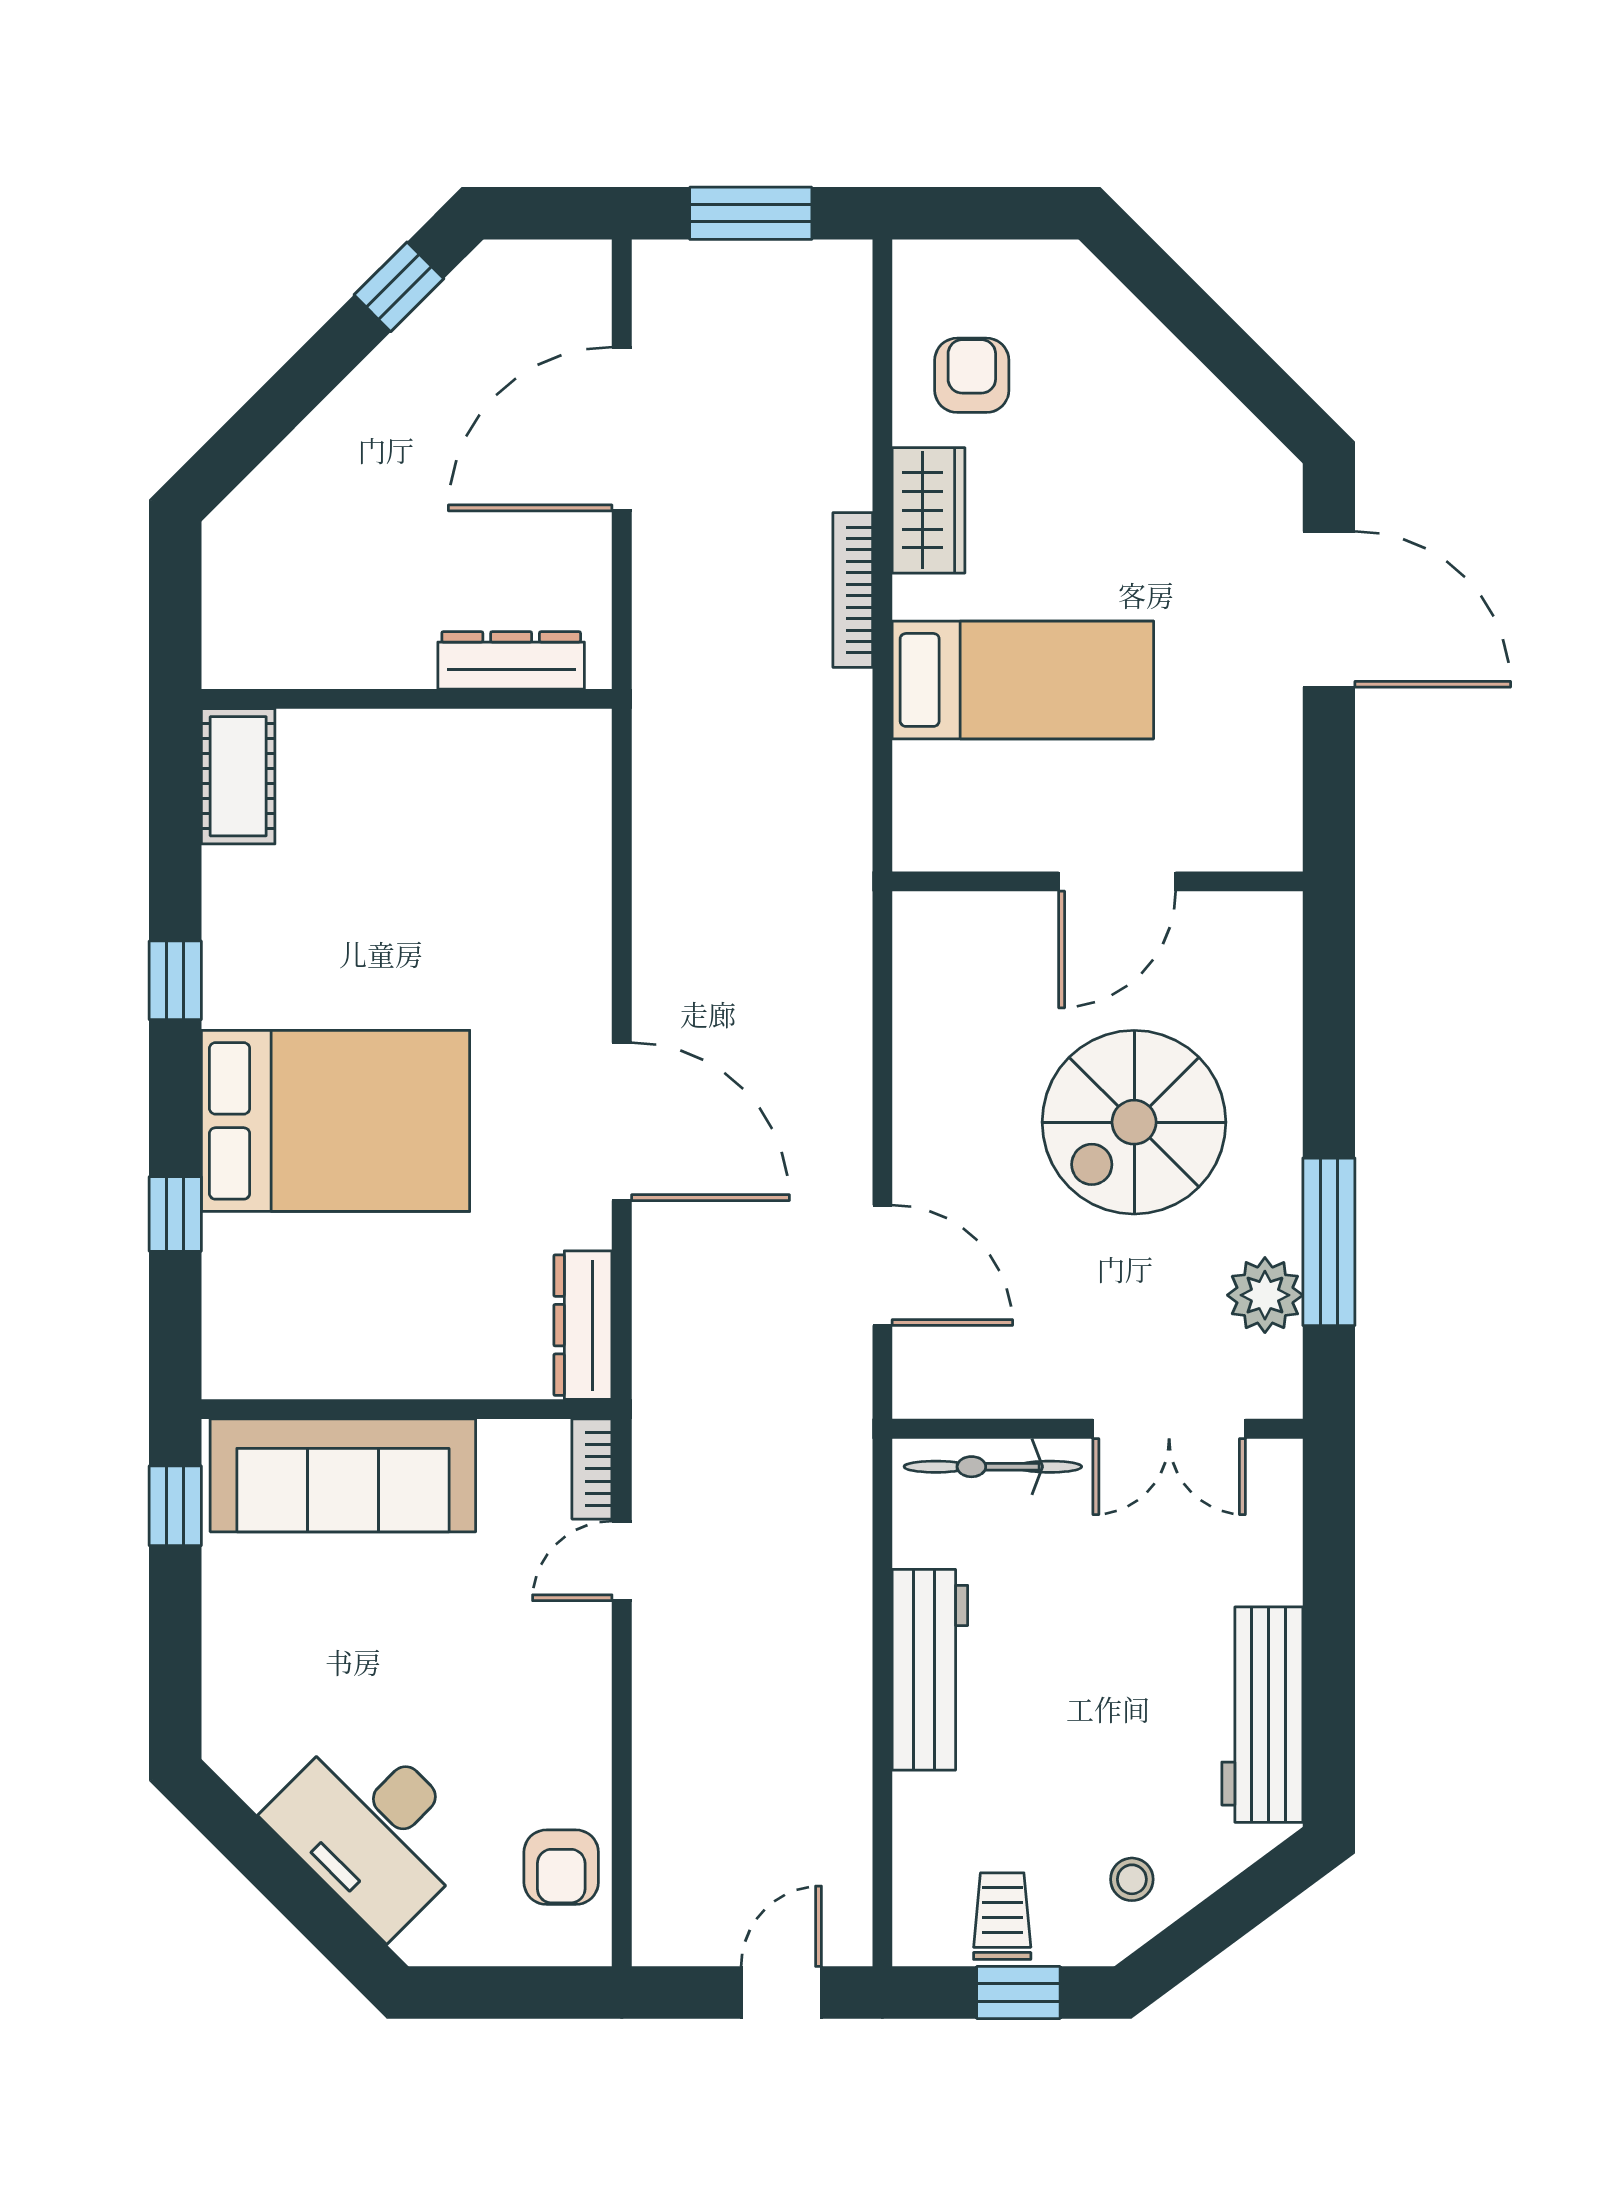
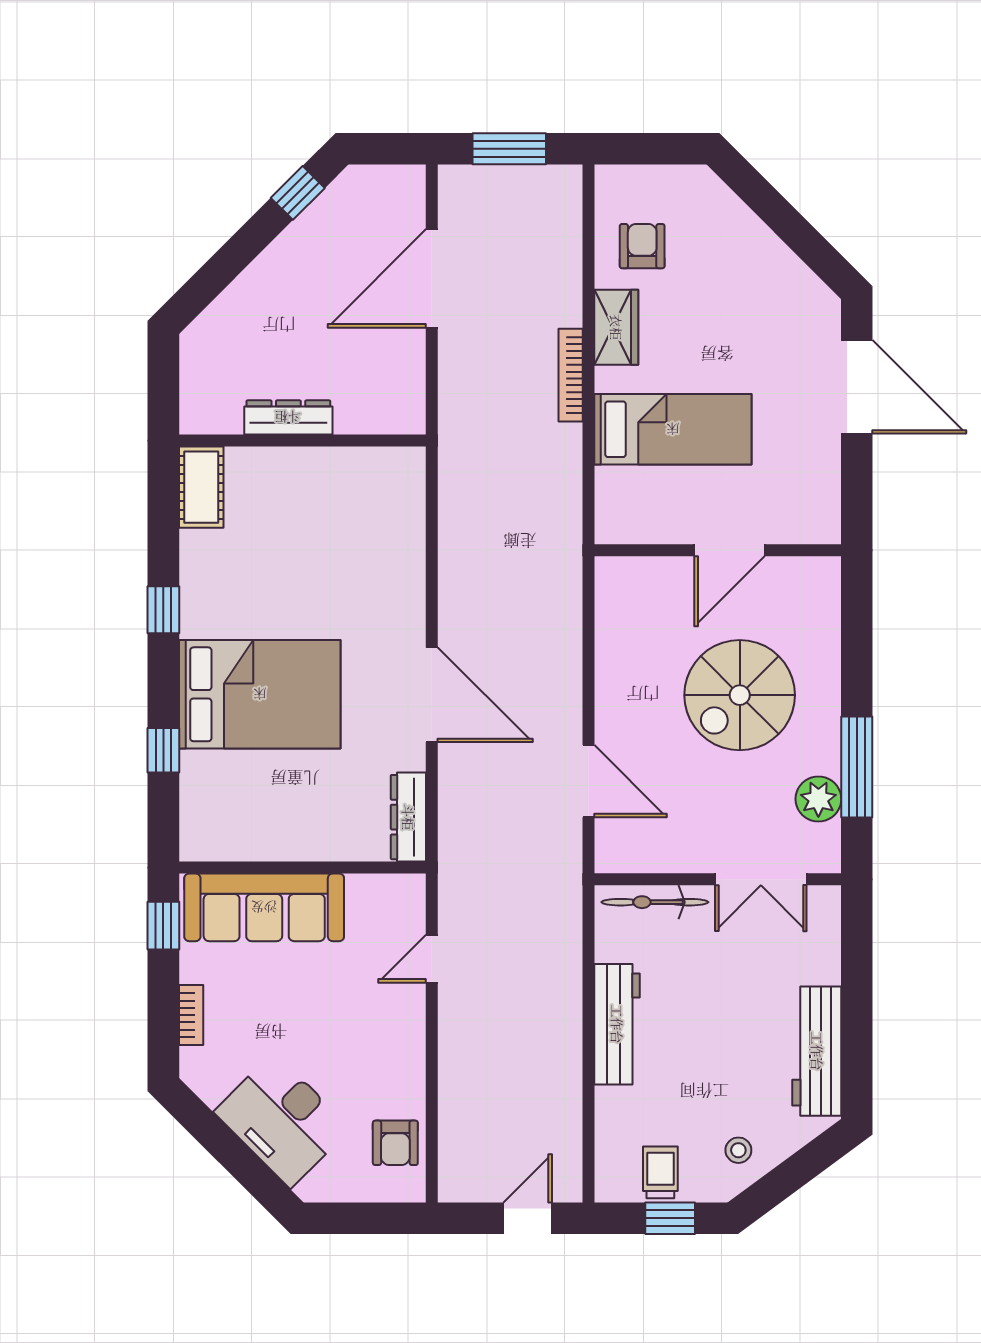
dresser: (511, 660) -> (288, 417), moved
bookcase: (592, 1469) -> (191, 1015), moved, turned 180

